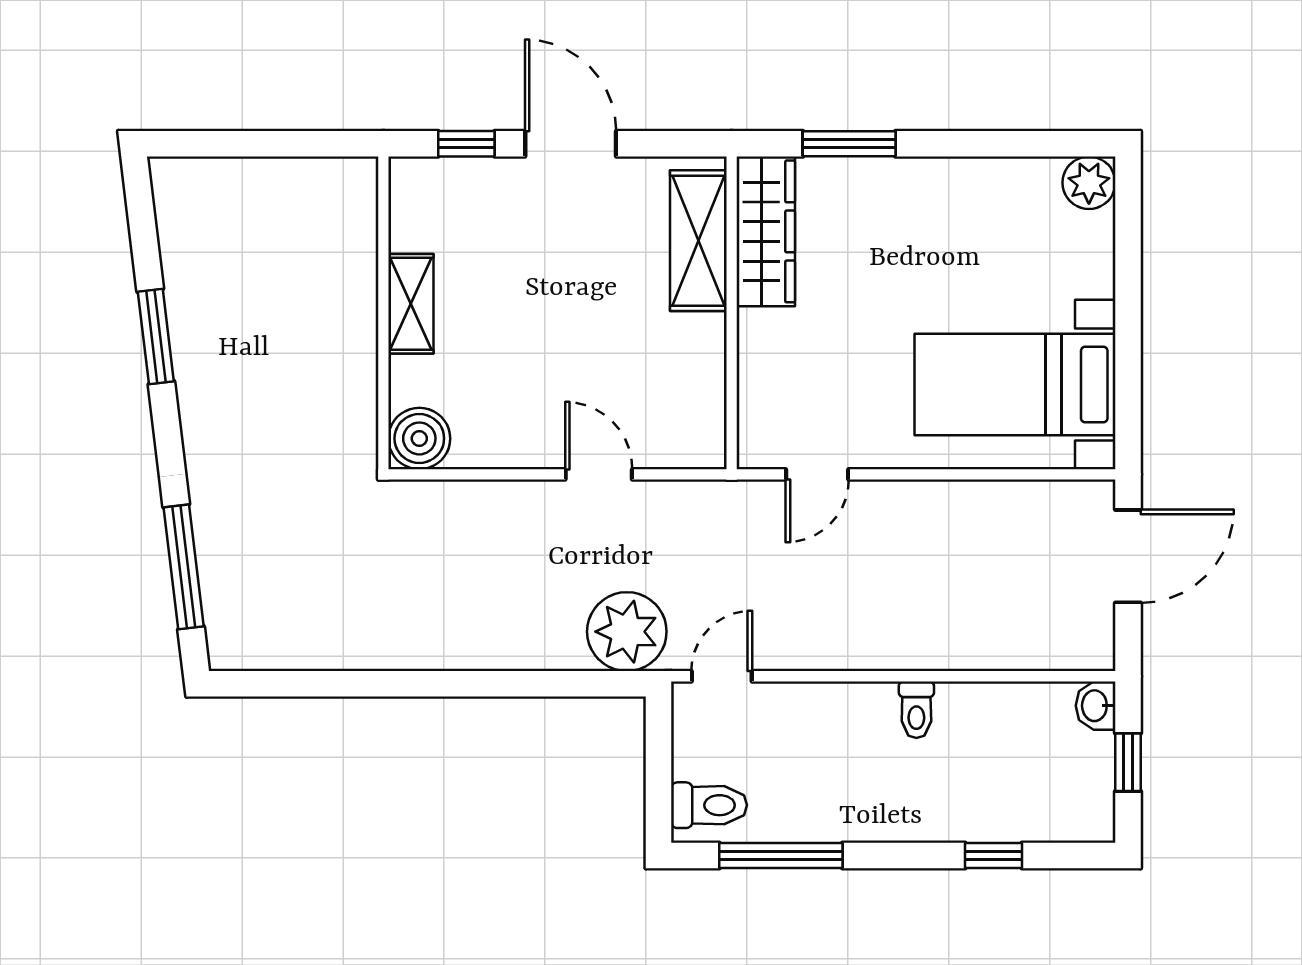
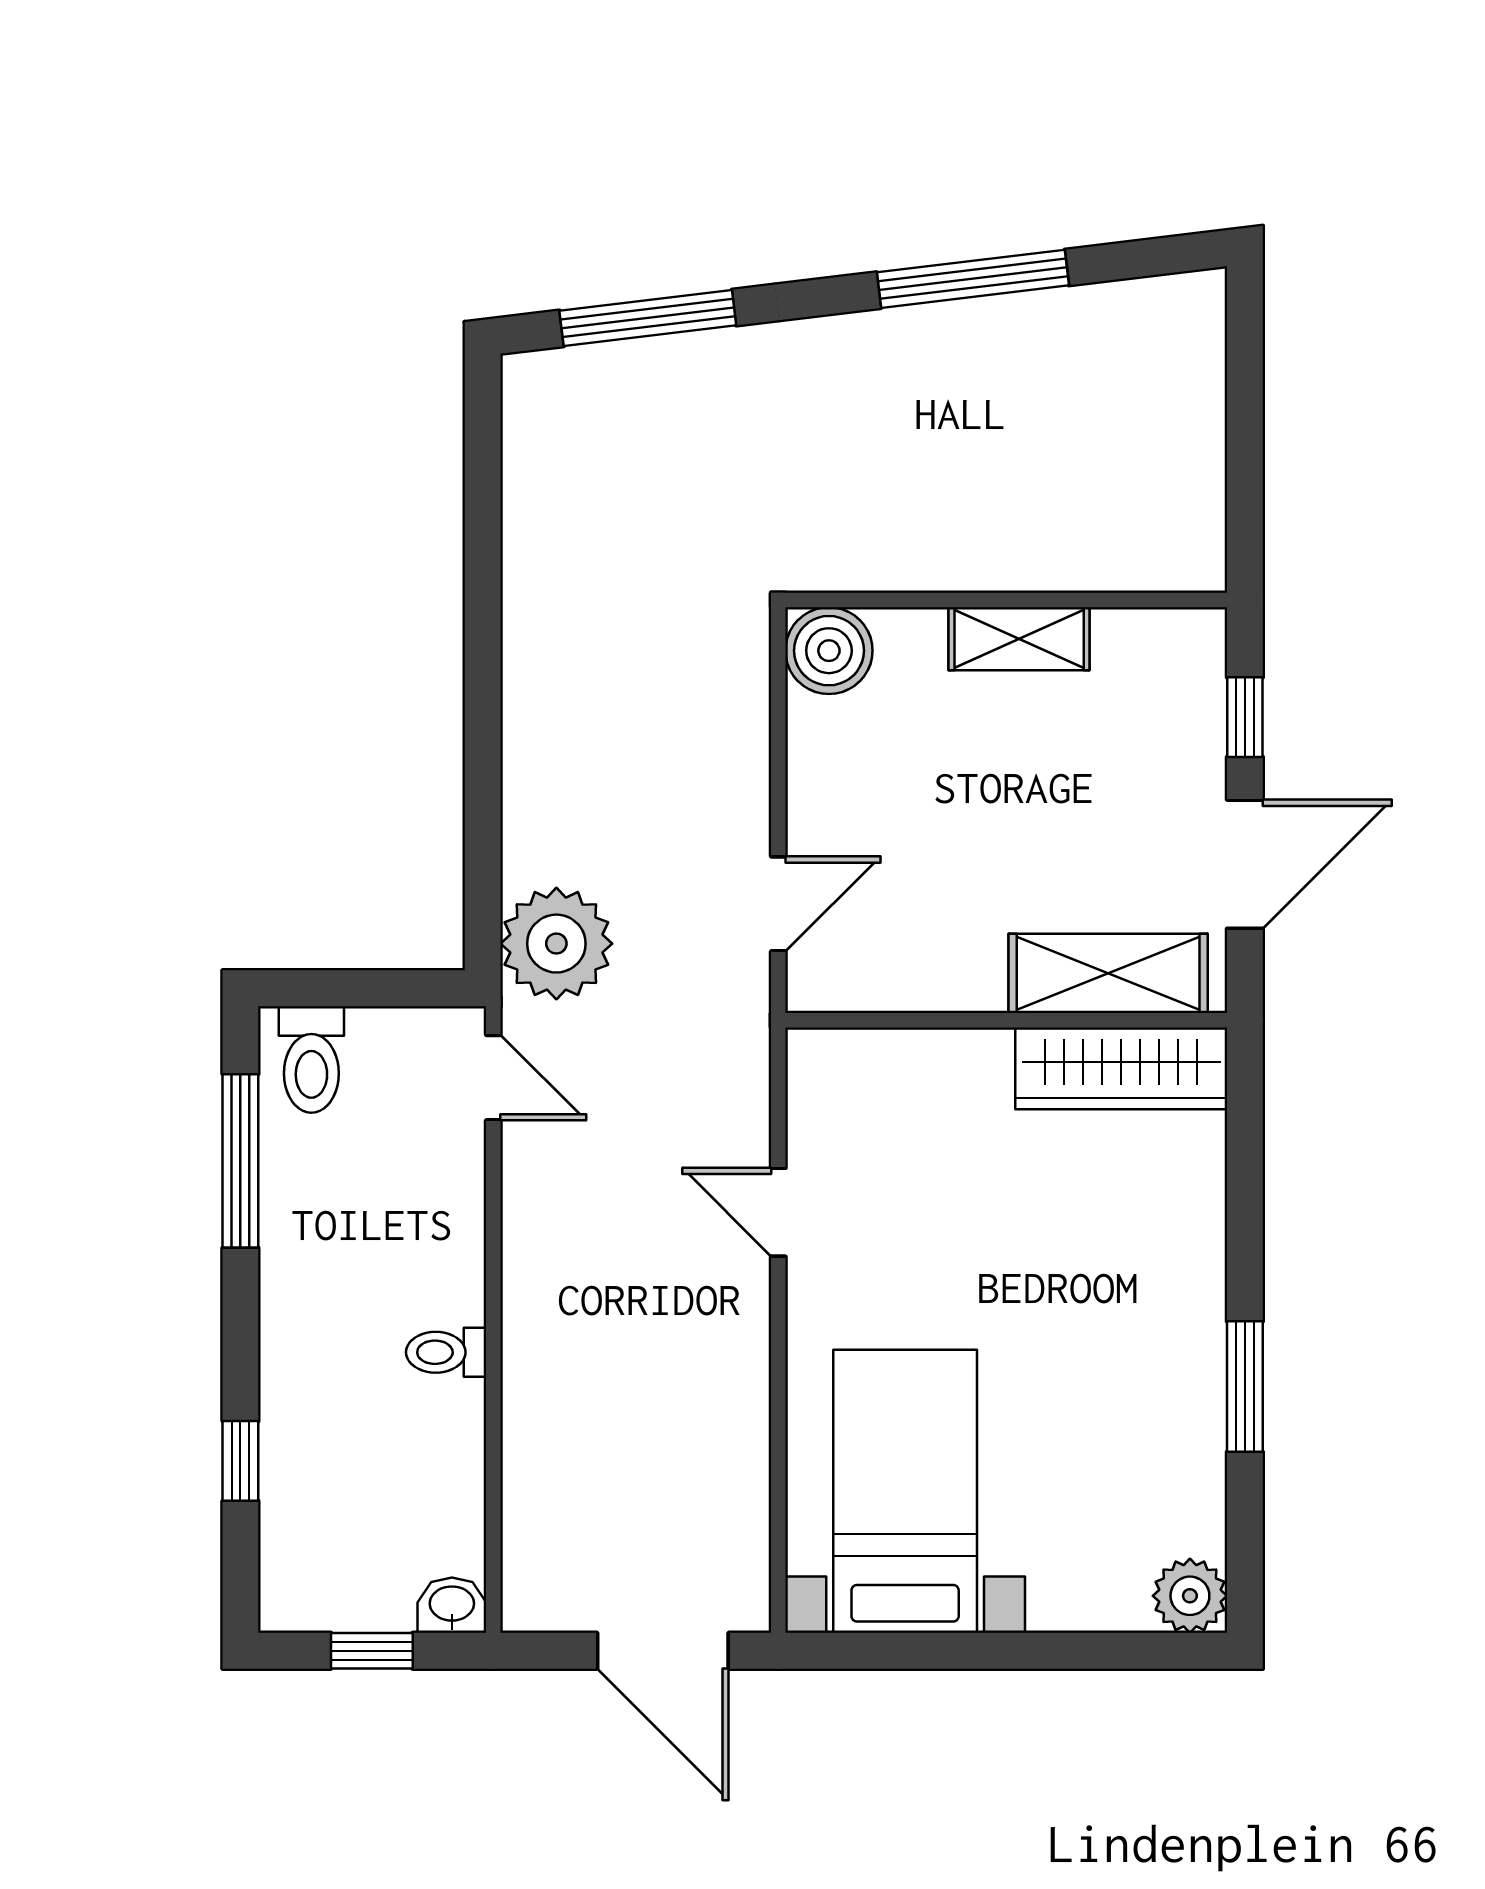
window: (849, 144) -> (1245, 1387), moved
wardrobe: (766, 231) -> (1121, 1068), moved
shelving: (698, 241) -> (1108, 973), moved
wall: (732, 313) -> (1006, 1020), moved
window: (156, 336) -> (973, 279), width x1.44

